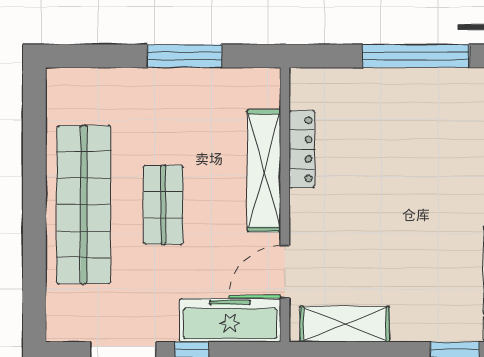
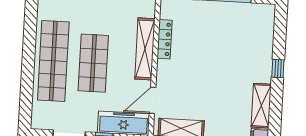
shop shelf: (163, 205) -> (93, 63), width x1.43, depth x1.36

